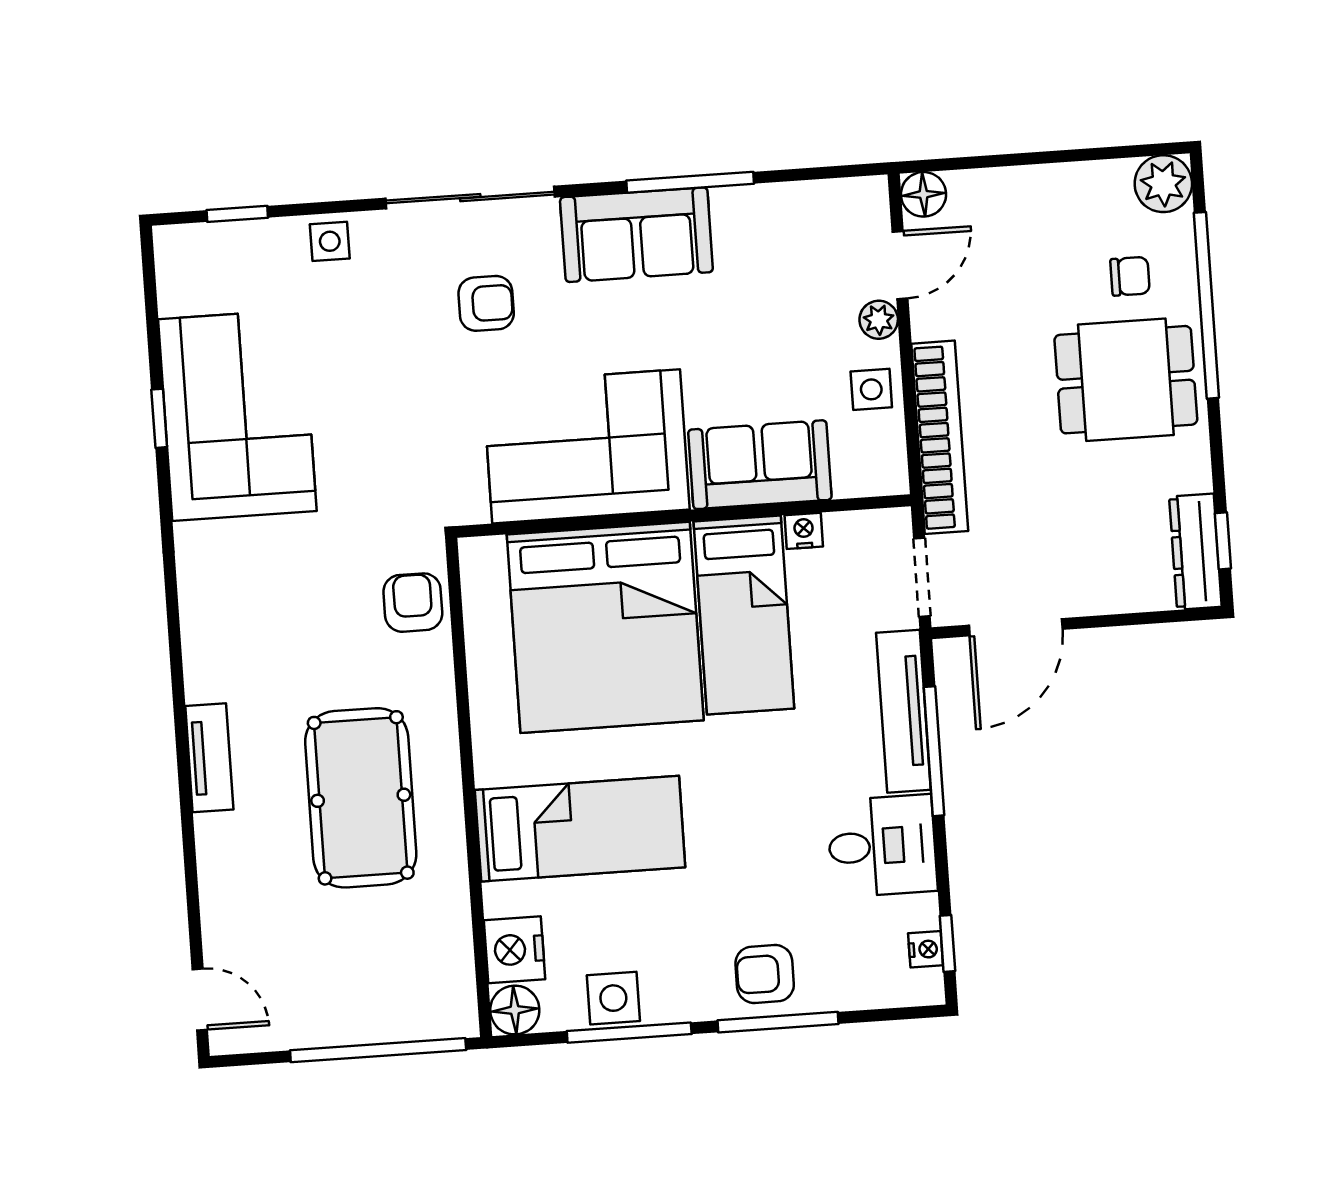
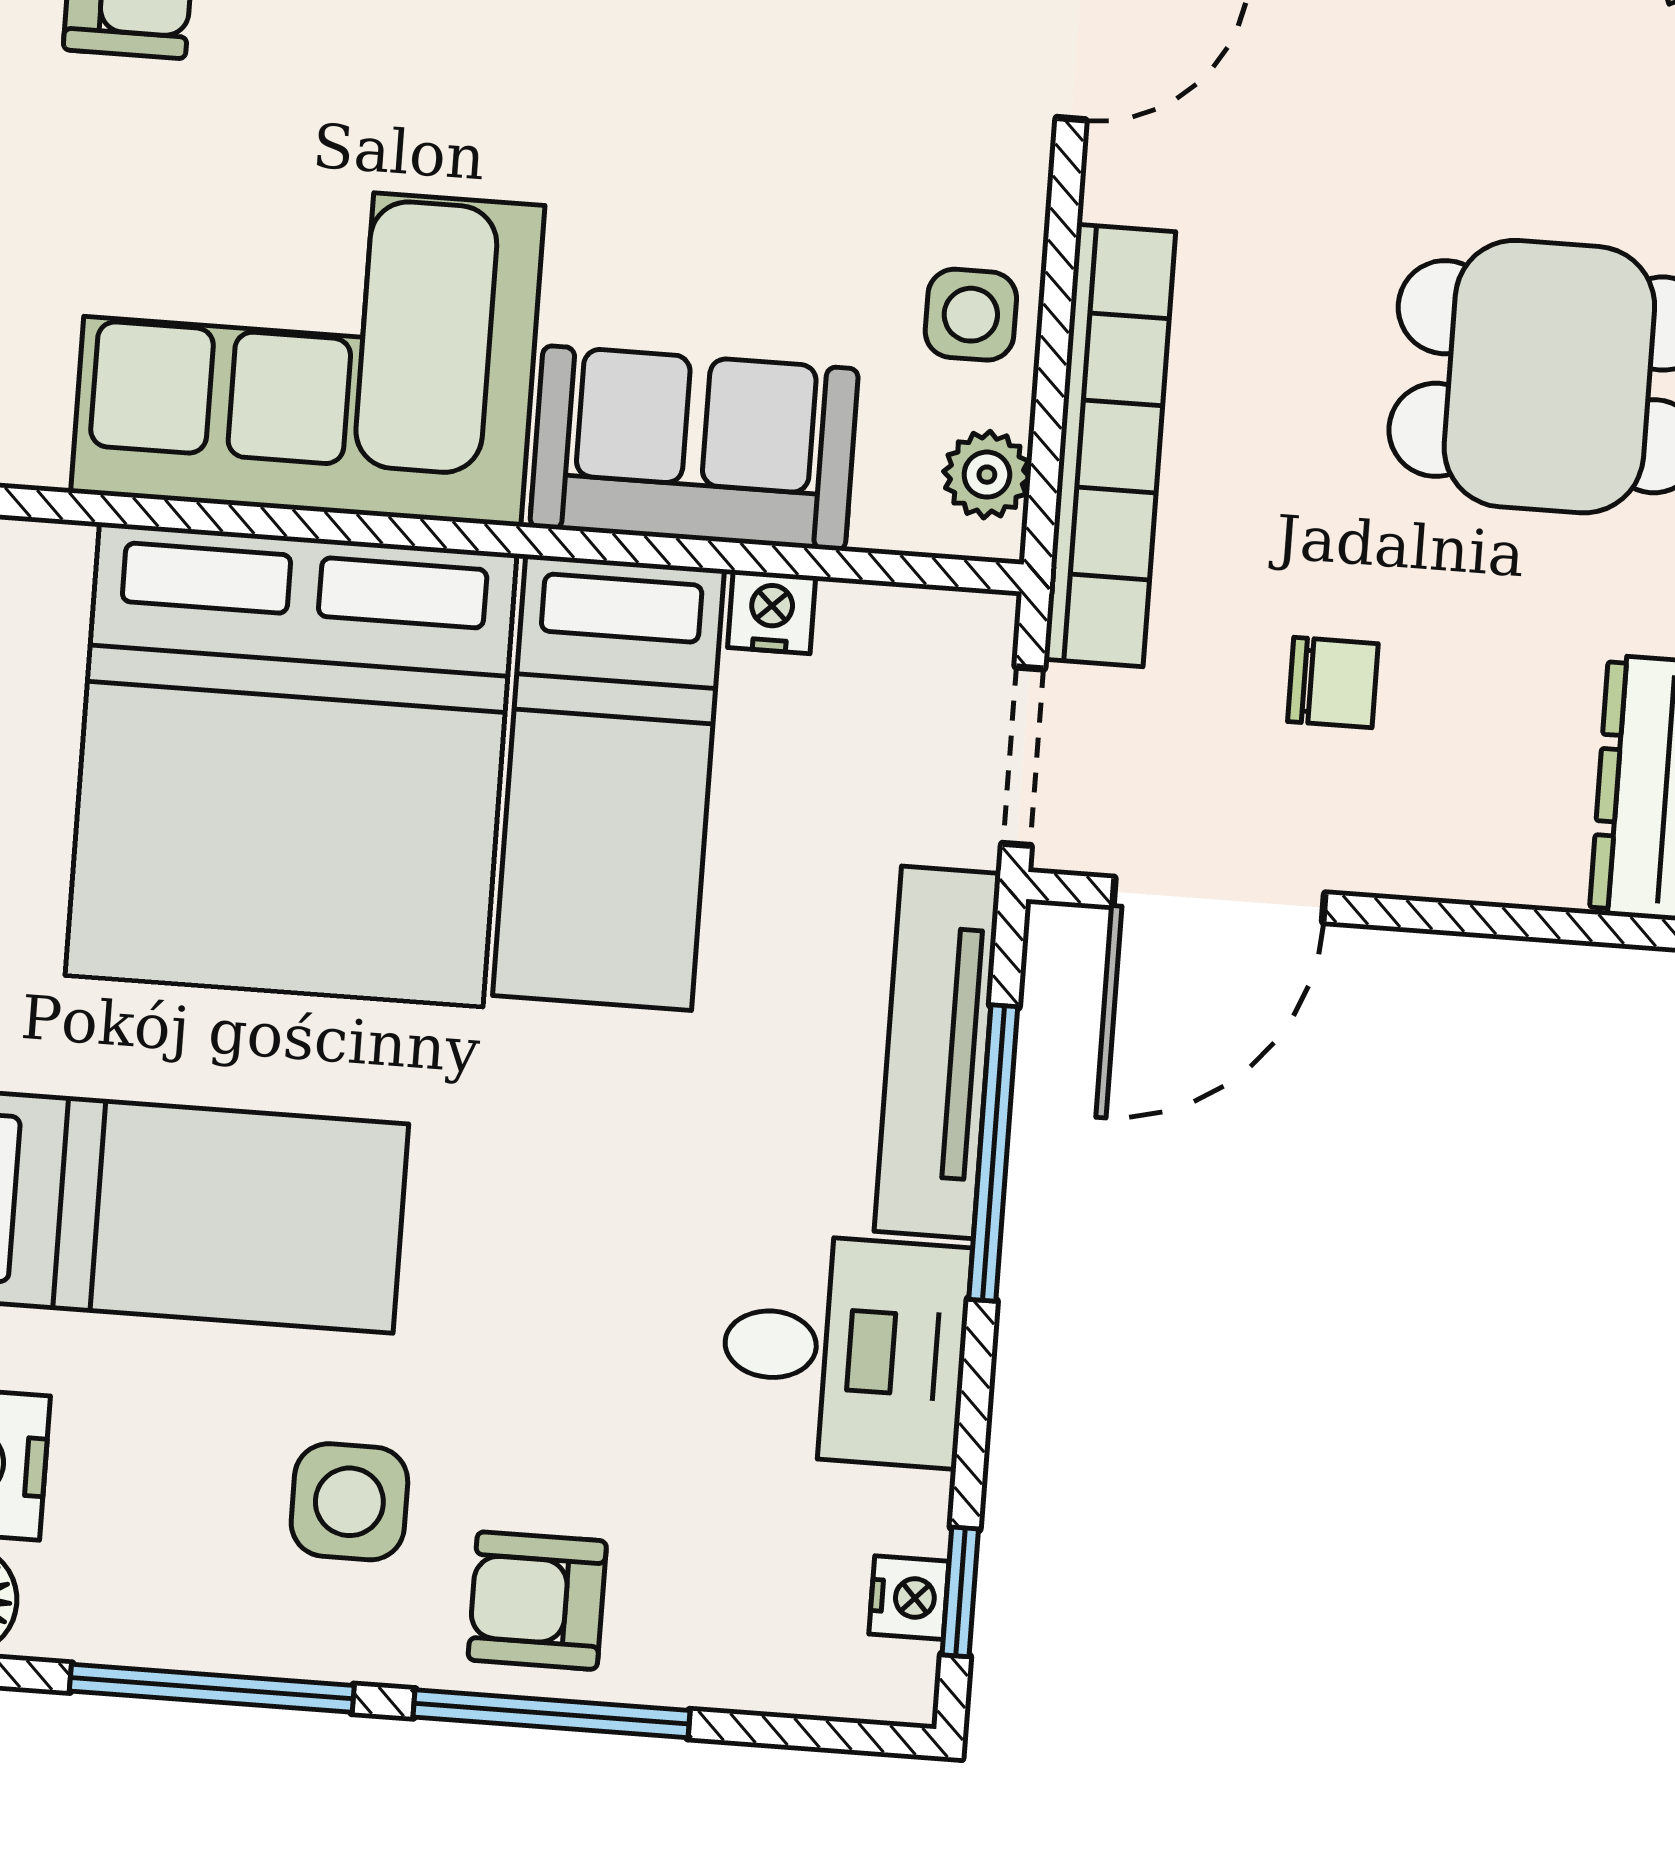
chair: (1130, 276) -> (1333, 683), moved
plant: (879, 320) -> (987, 475), moved
side table: (613, 998) -> (349, 1502), moved

